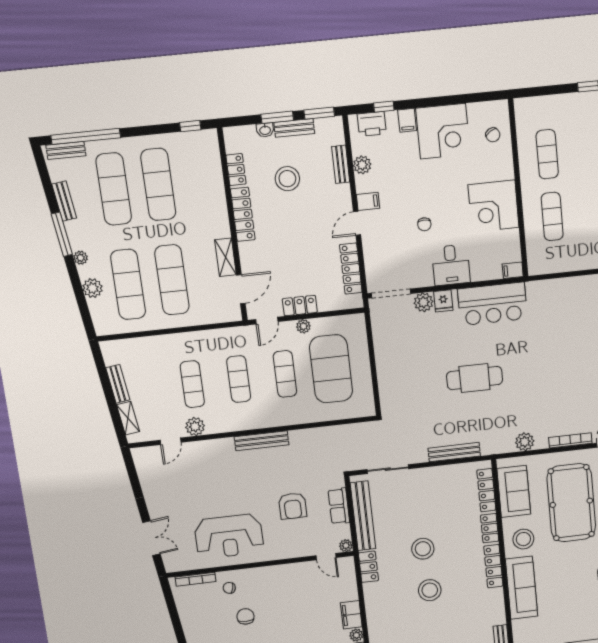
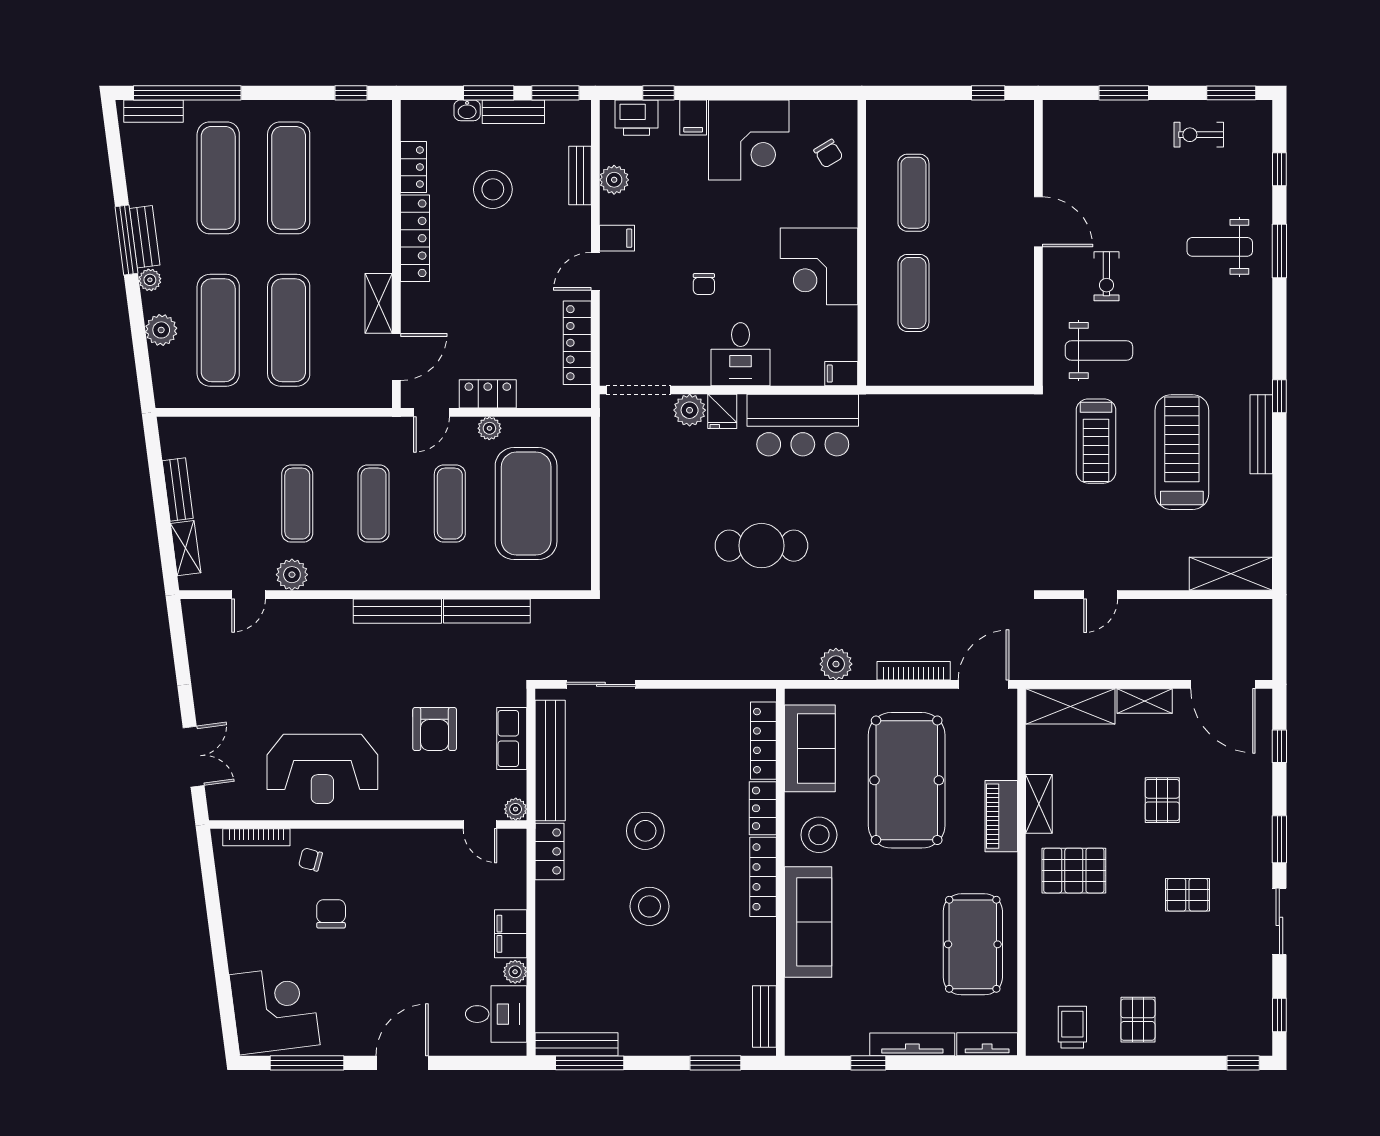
bench: (64, 201) -> (145, 237), moved
bench: (454, 452) -> (487, 611), moved

